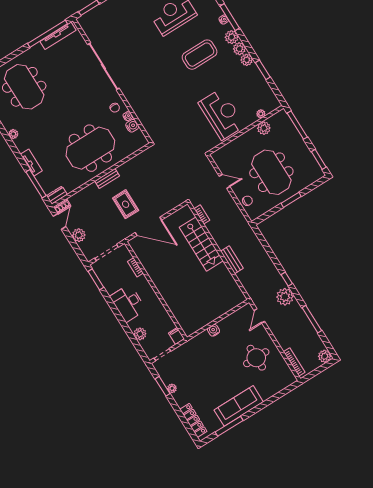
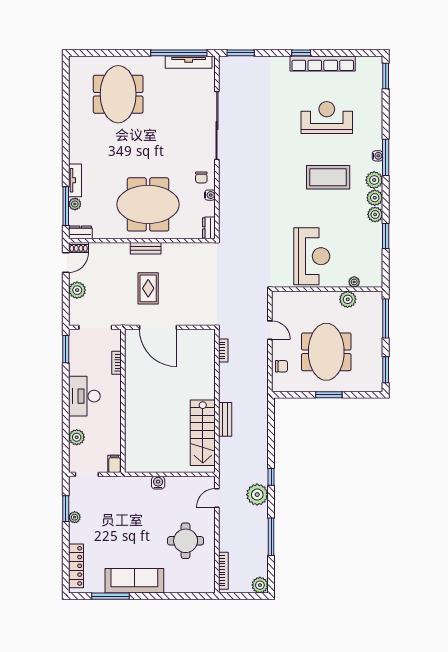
water cooler: (132, 126) -> (208, 209), removed
plant: (13, 134) -> (75, 204), moved
dresser: (141, 138) -> (209, 228), added
stairs: (201, 244) -> (203, 433), moved

